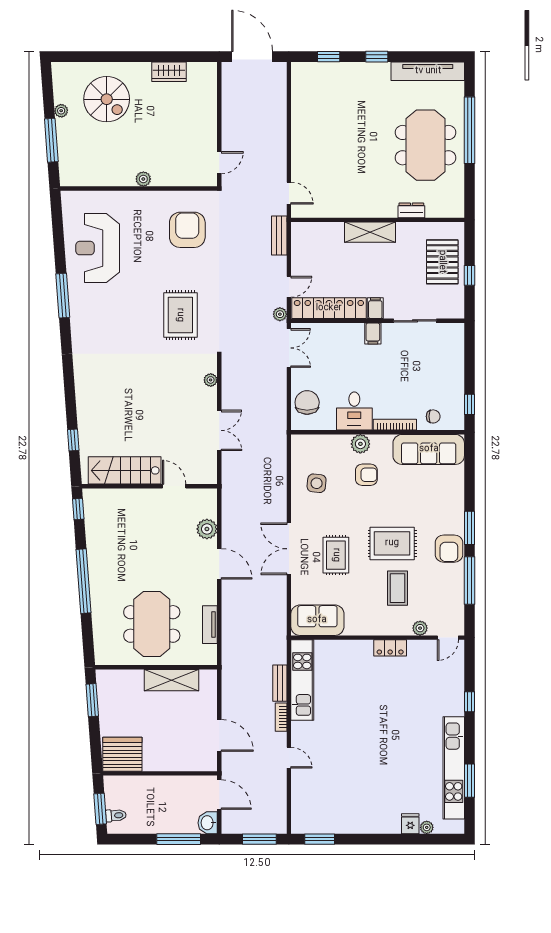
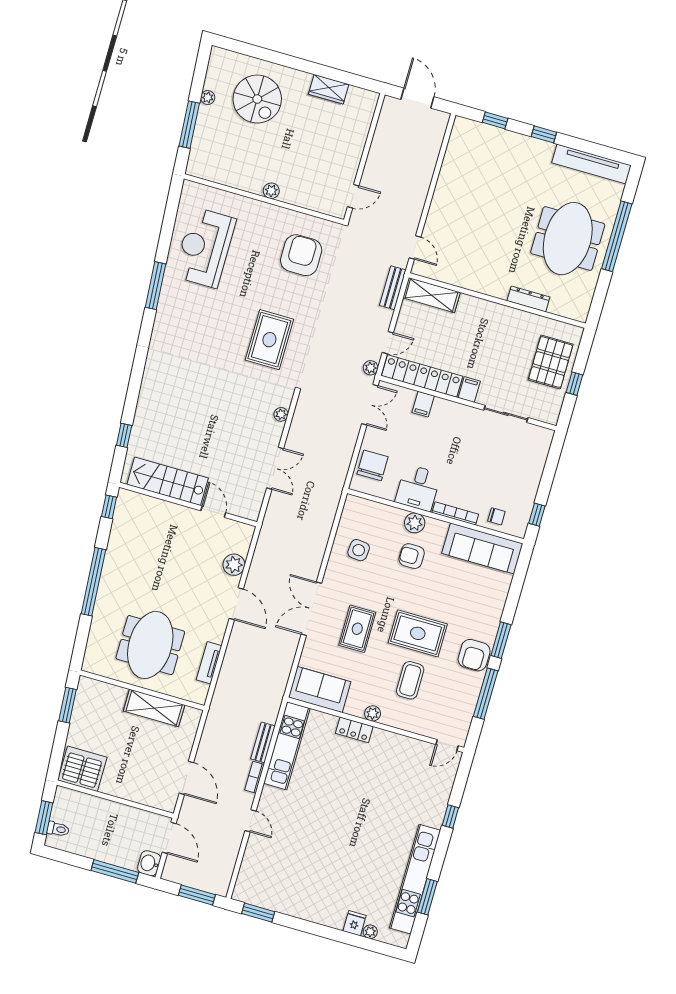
door: (252, 57) -> (417, 98), width x0.73
dresser: (411, 210) -> (528, 299), width x1.44
shelving: (370, 232) -> (432, 295), moved
filing cabinet: (373, 334) -> (423, 404), moved
armchair: (366, 475) -> (412, 556), turned 180
plant: (420, 628) -> (373, 713), moved
locker: (390, 648) -> (354, 730), moved

